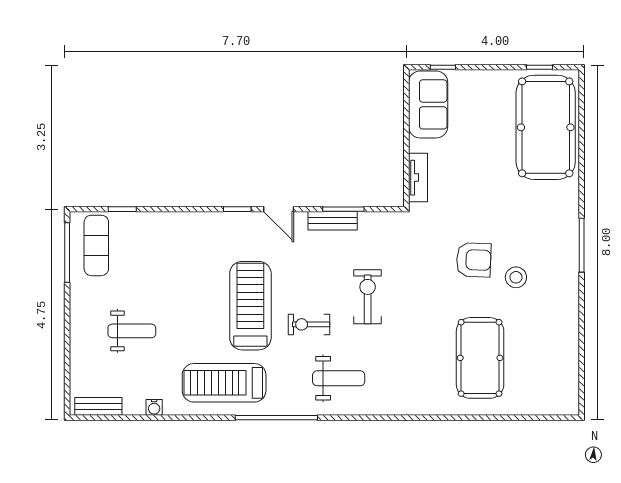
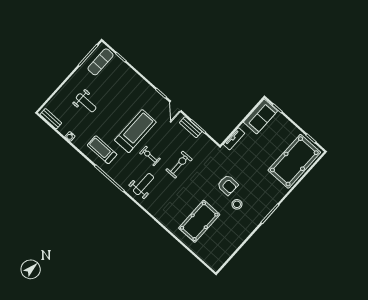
weight bench: (339, 378) -> (143, 184), turned -90
treadmill: (224, 383) -> (102, 150), width x0.73, depth x0.73

